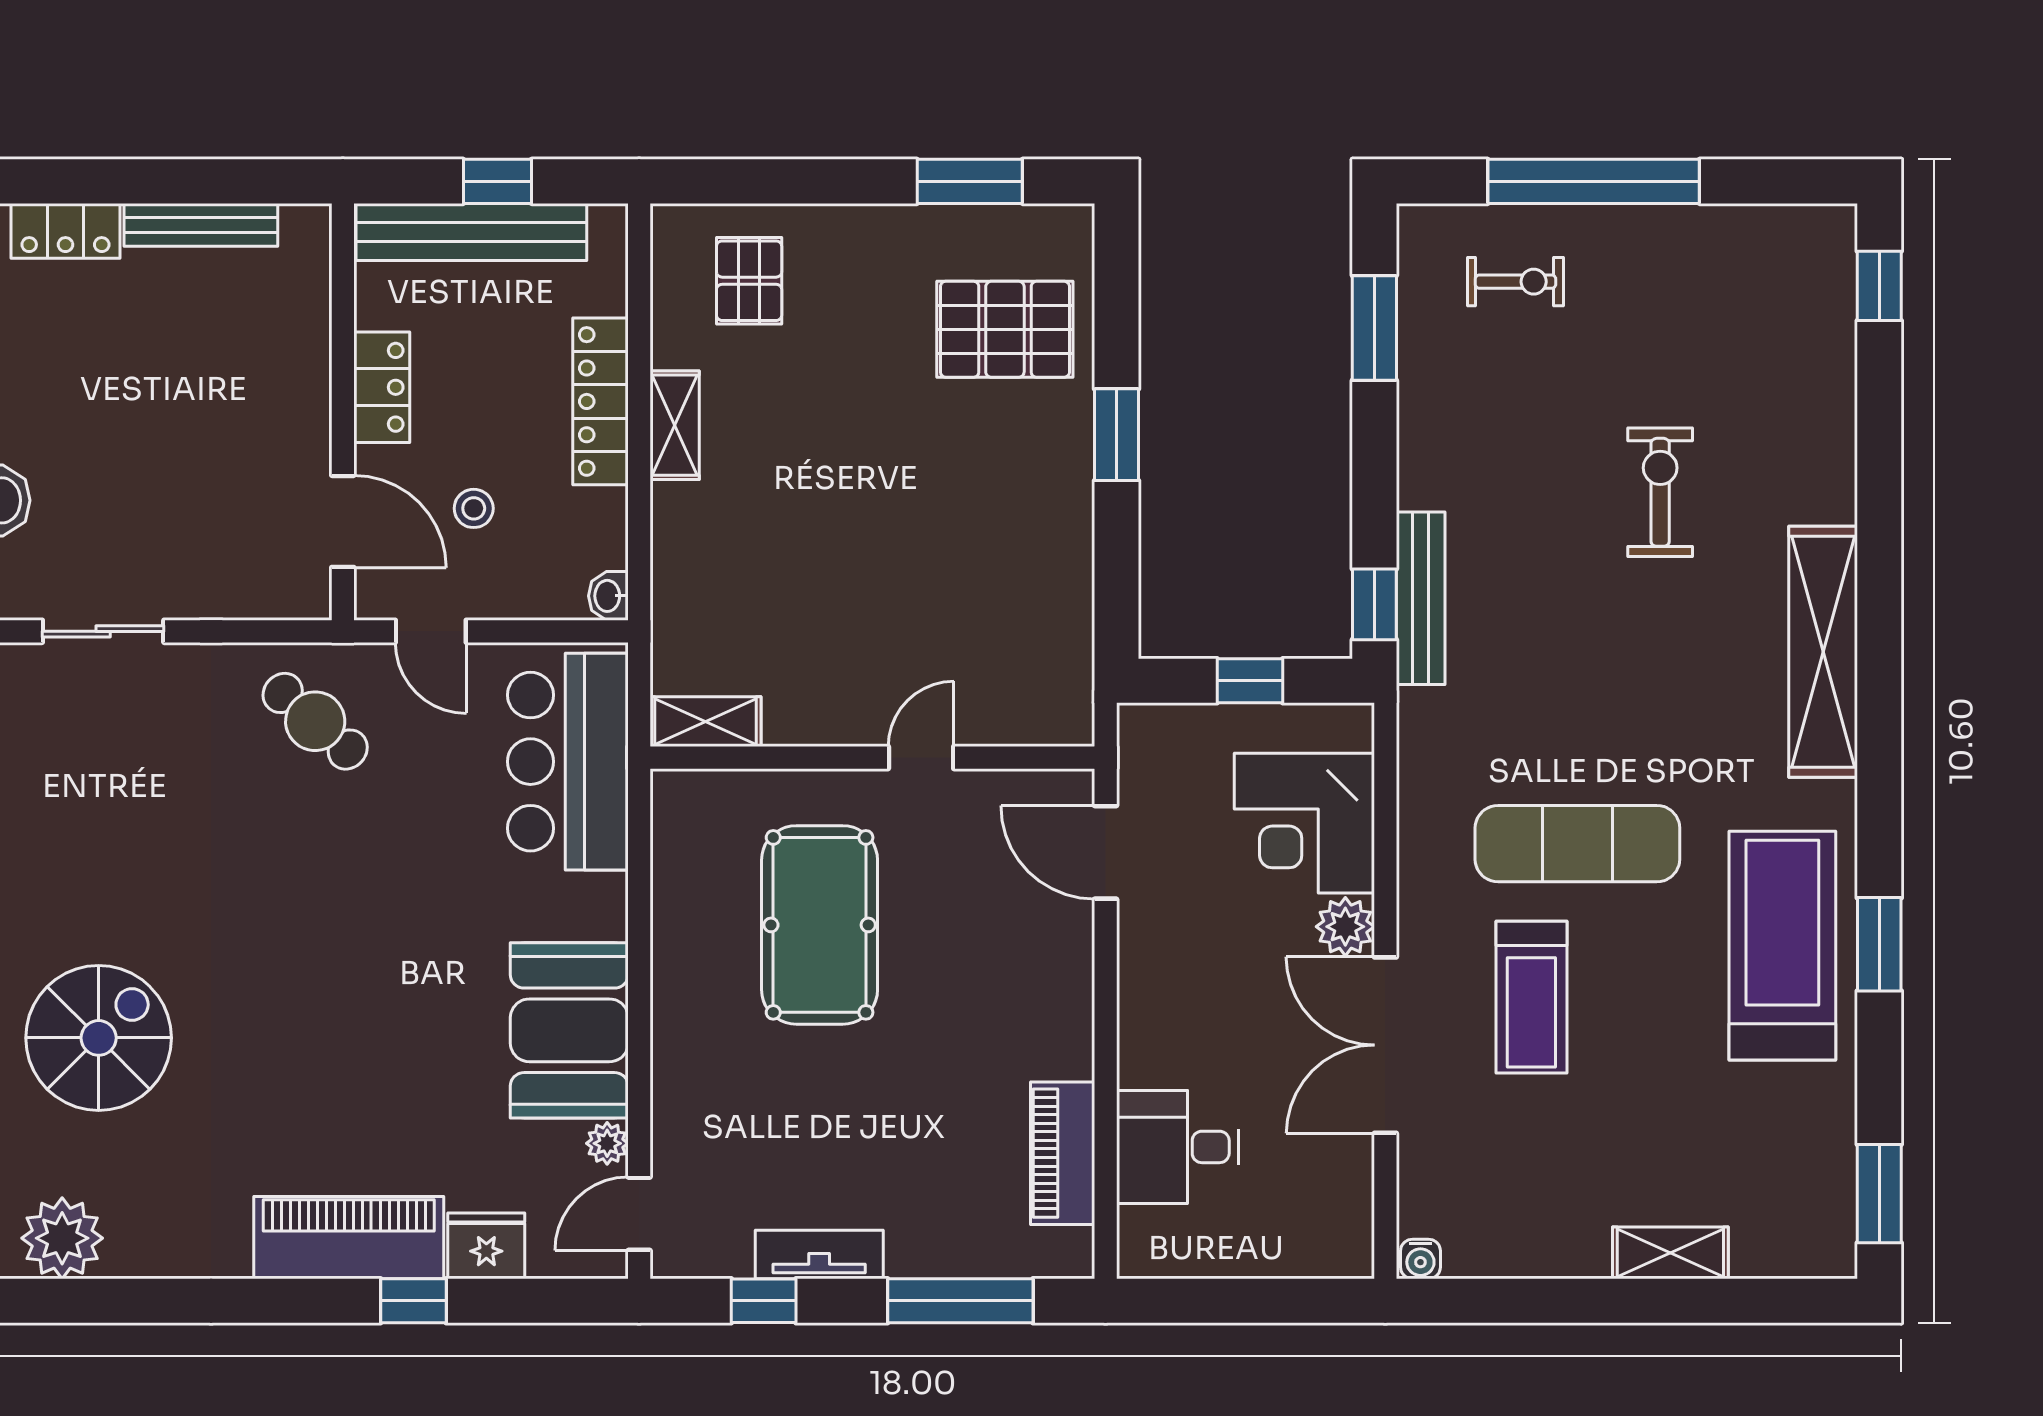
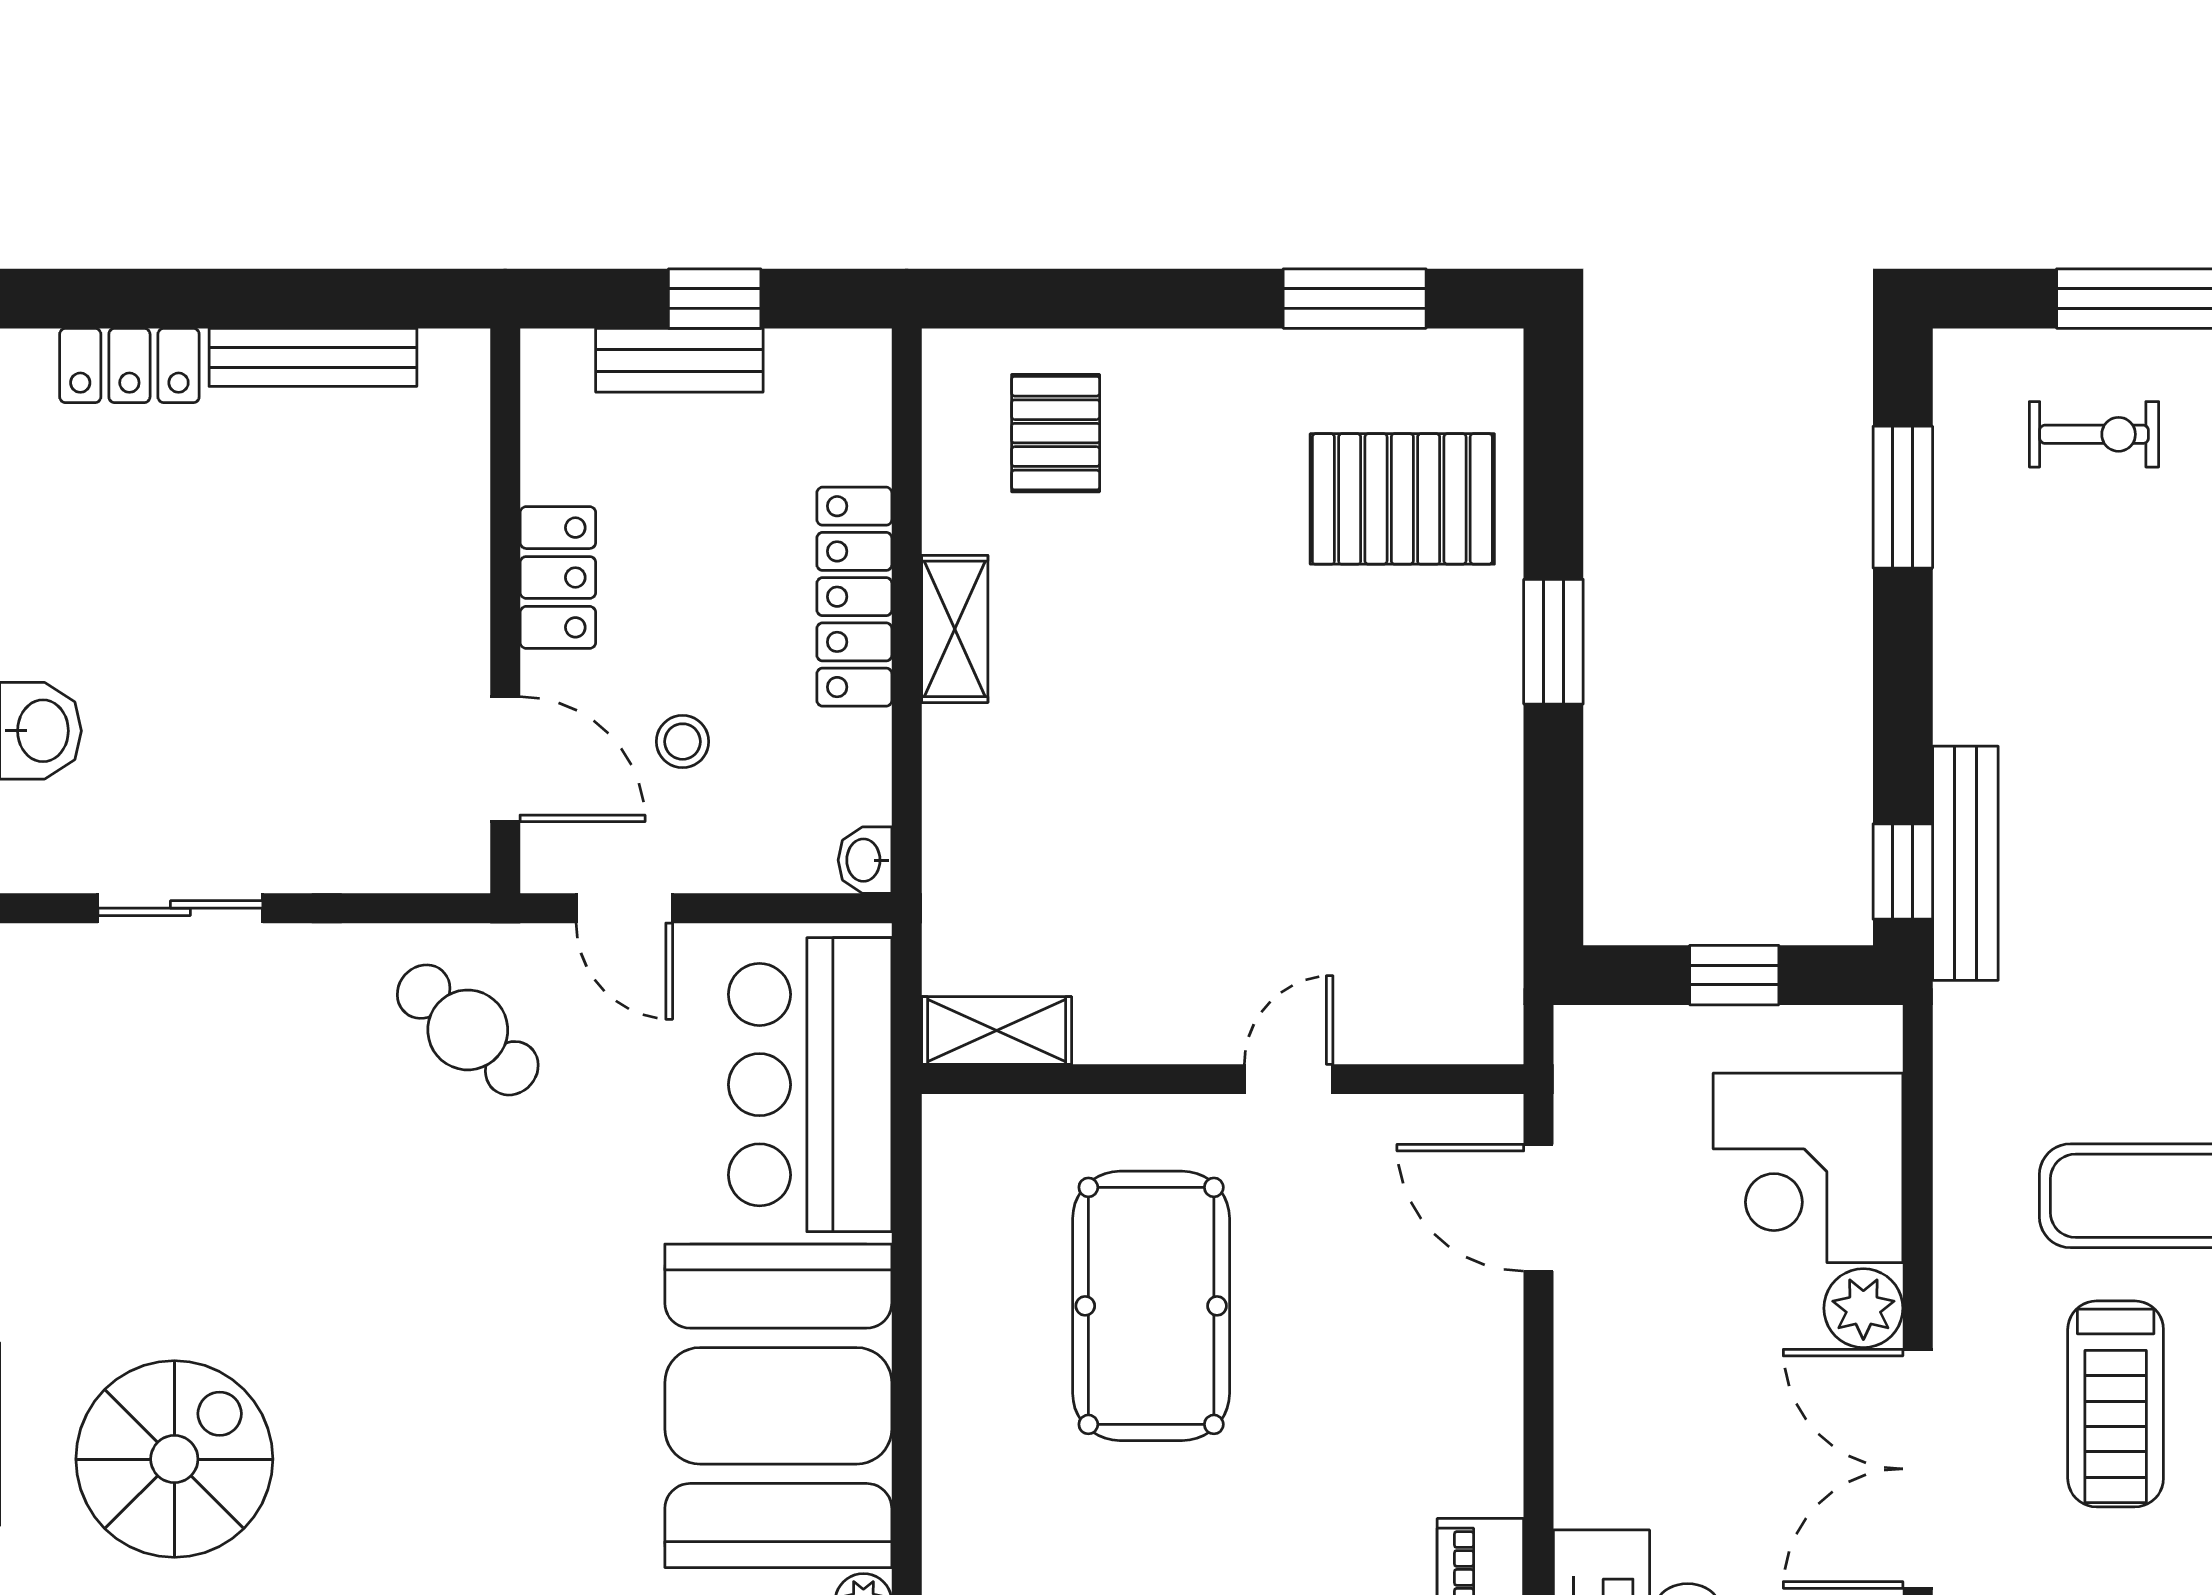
bench: (471, 232) -> (679, 360), width x0.54, depth x0.82
booth: (569, 1030) -> (778, 1406), width x1.36, depth x1.42

